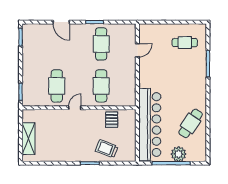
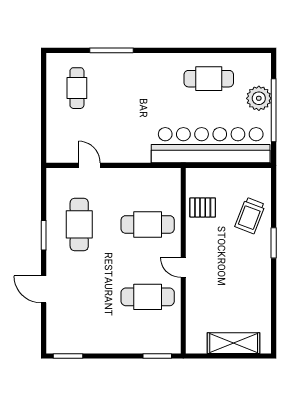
door: (61, 22) -> (44, 289), swing flipped
cafe table: (101, 44) -> (79, 224), turned 90
cafe table: (191, 123) -> (209, 79), turned -34

